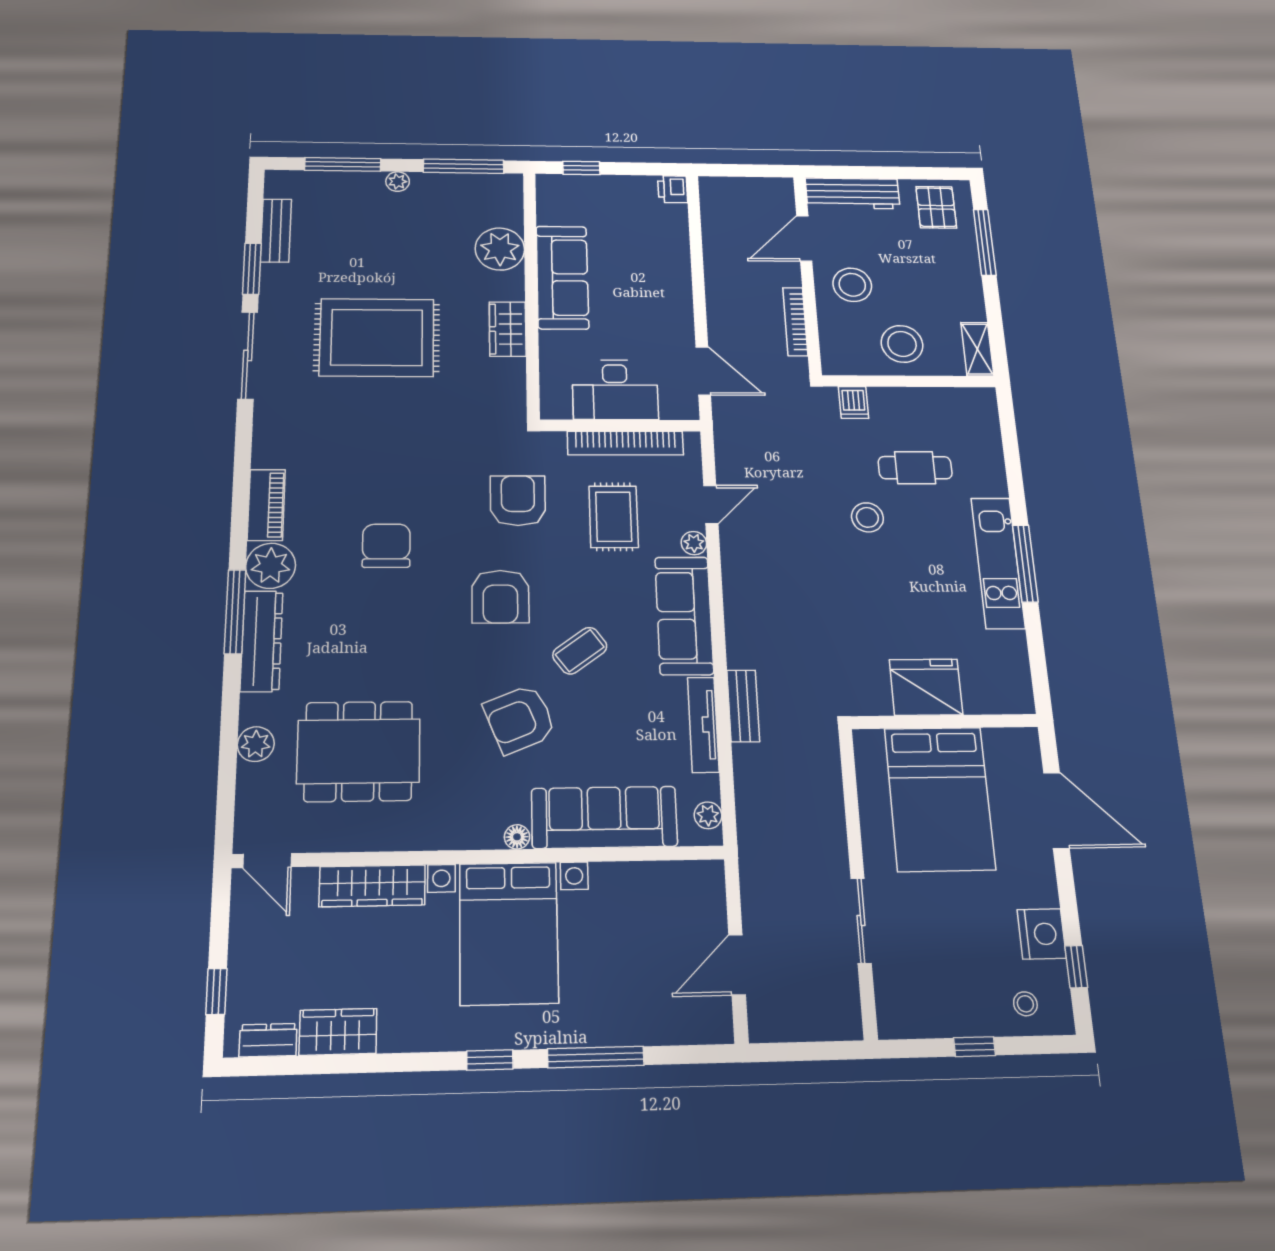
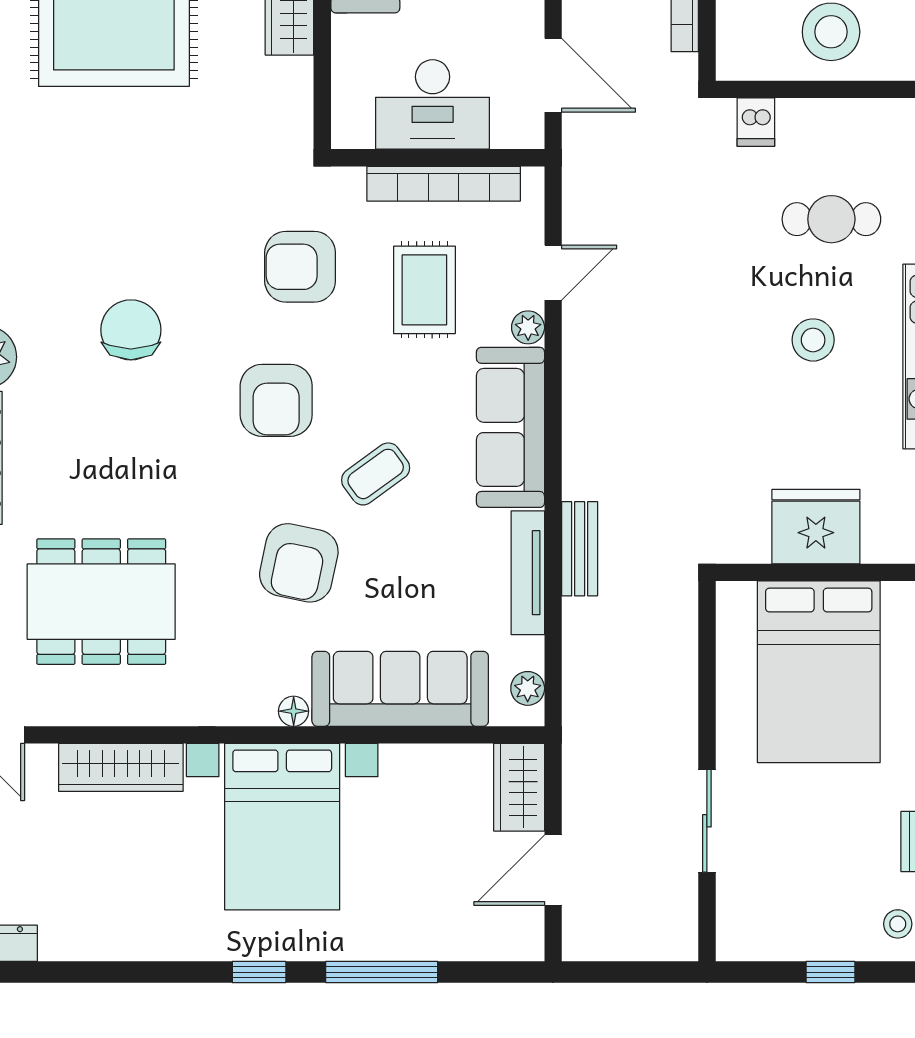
armchair: (518, 501) -> (300, 267), turned -90
stool: (867, 517) -> (813, 340), moved
armchair: (520, 719) -> (299, 563), turned -56
wardrobe: (338, 1032) -> (519, 787), moved, turned -90

